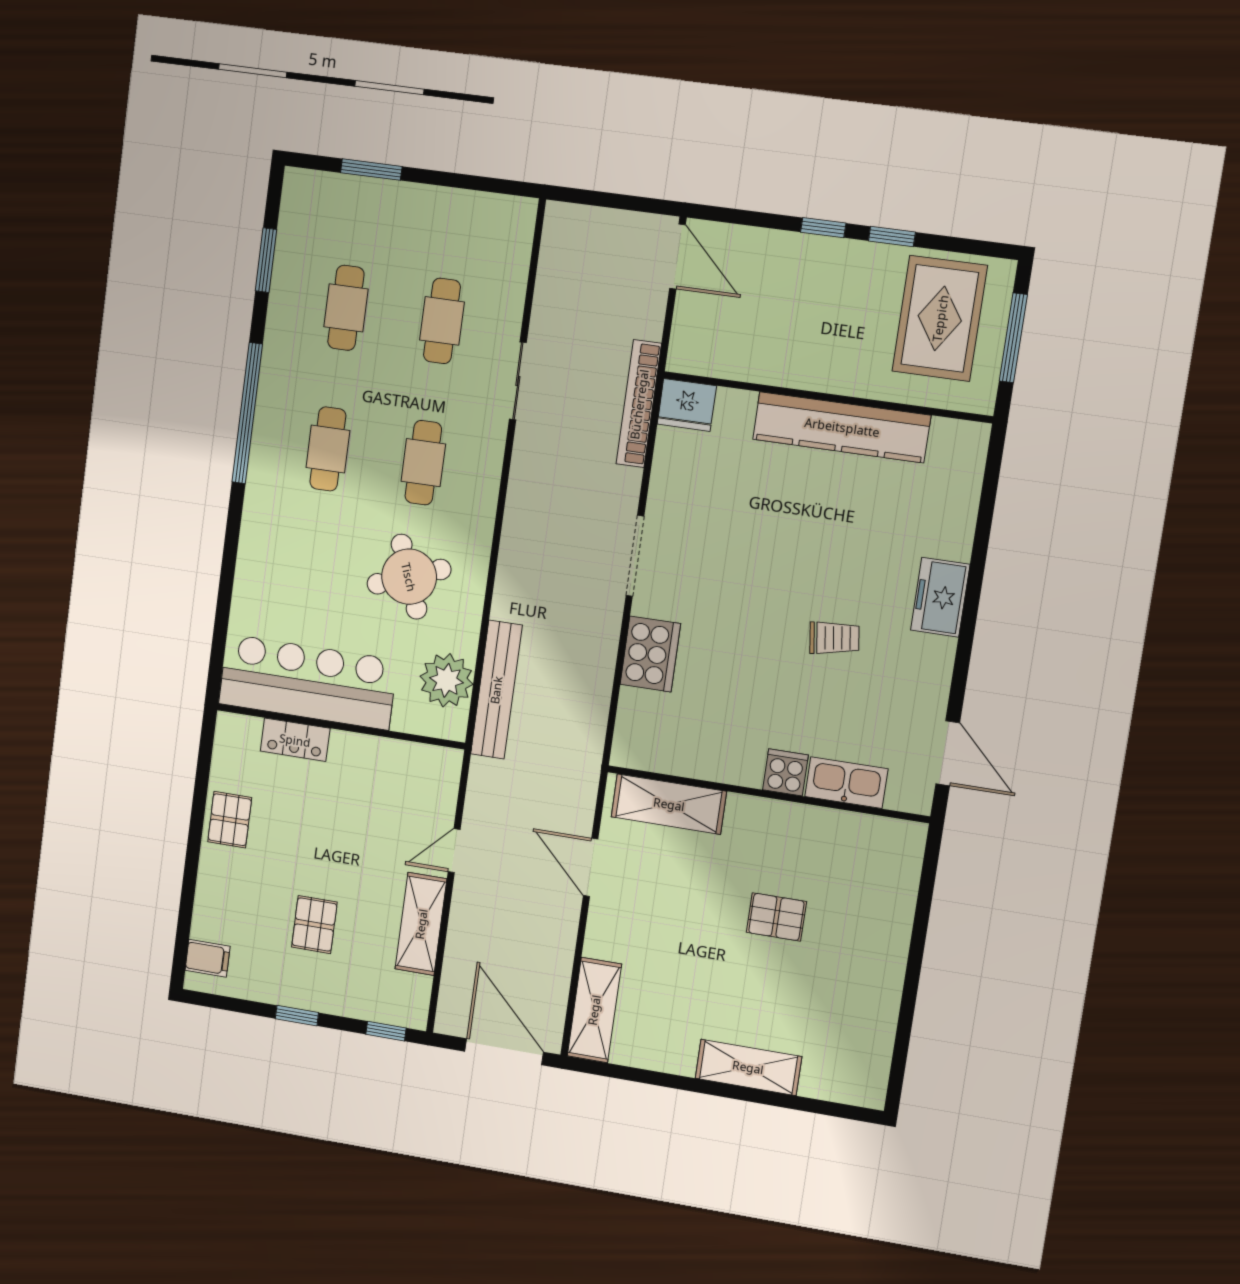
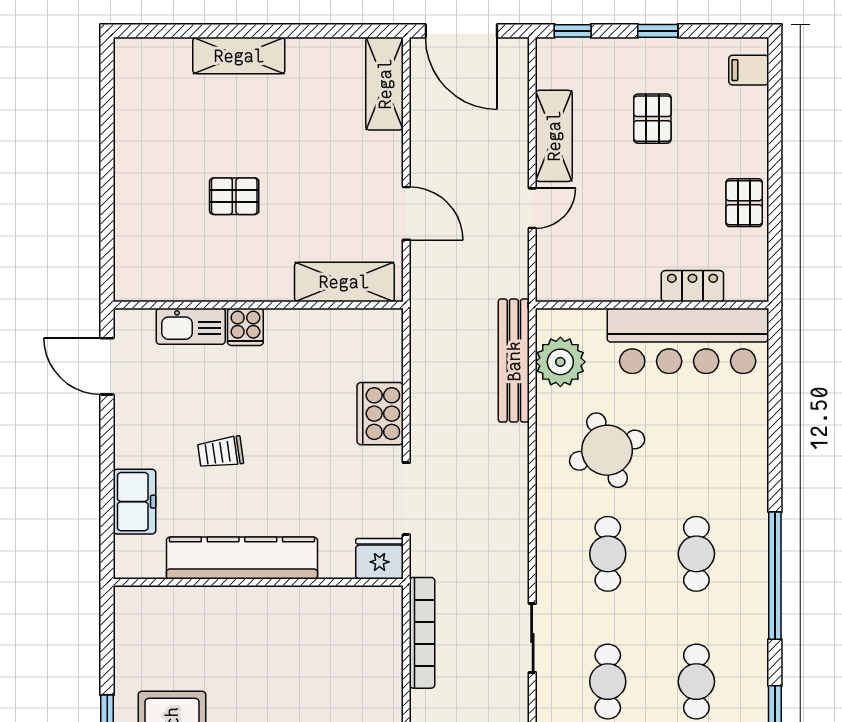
wall: (827, 397) -> (258, 582), moved
fridge: (687, 405) -> (380, 559), moved
kitchen counter: (842, 427) -> (242, 558), moved

